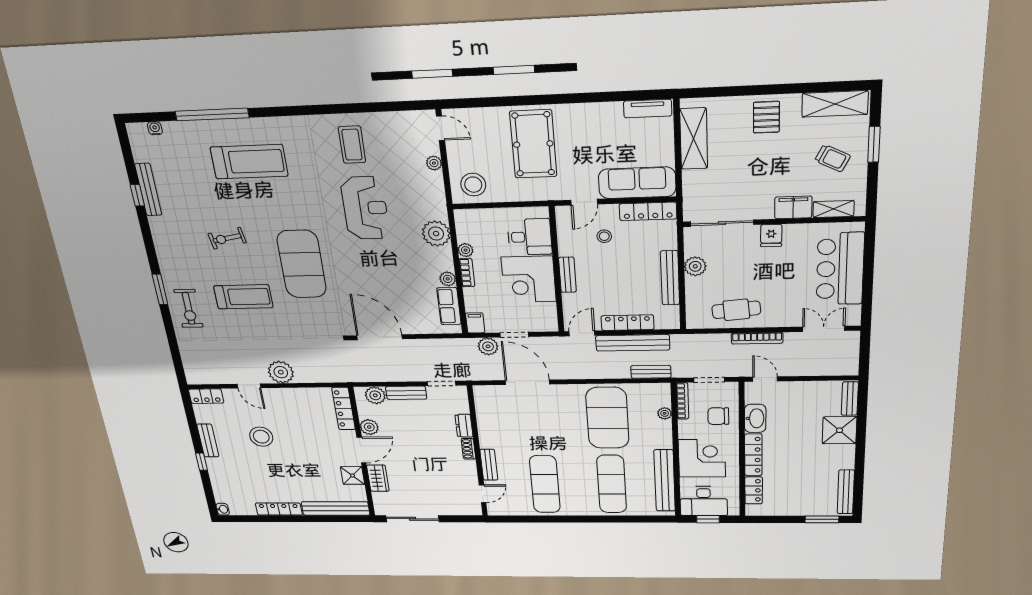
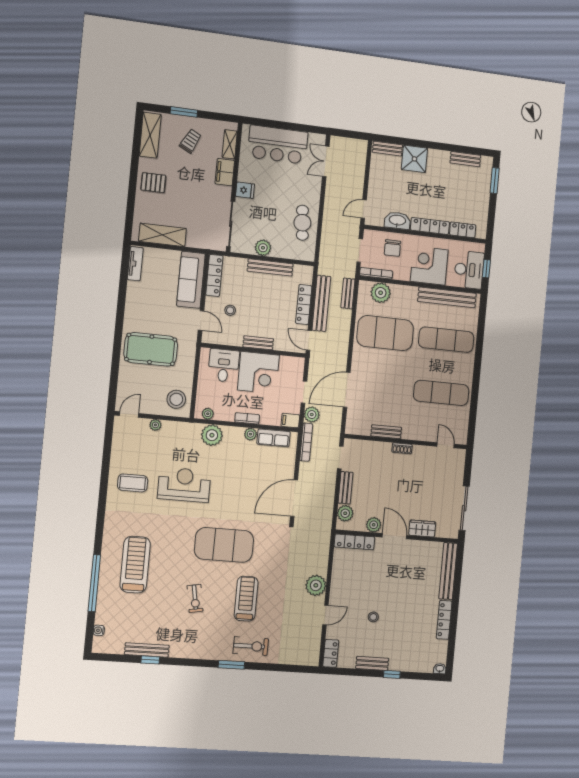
plant: (466, 250) -> (208, 414), moved
bookcase: (757, 338) -> (306, 442), moved
plant: (665, 413) -> (381, 293), width x1.87, depth x1.87
dresser: (464, 426) -> (380, 448), removed
stool: (261, 437) -> (373, 617), width x0.53, depth x0.53
bench: (489, 465) -> (386, 432), moved
shower: (352, 475) -> (418, 549), removed
bench: (846, 492) -> (465, 159), width x0.73

